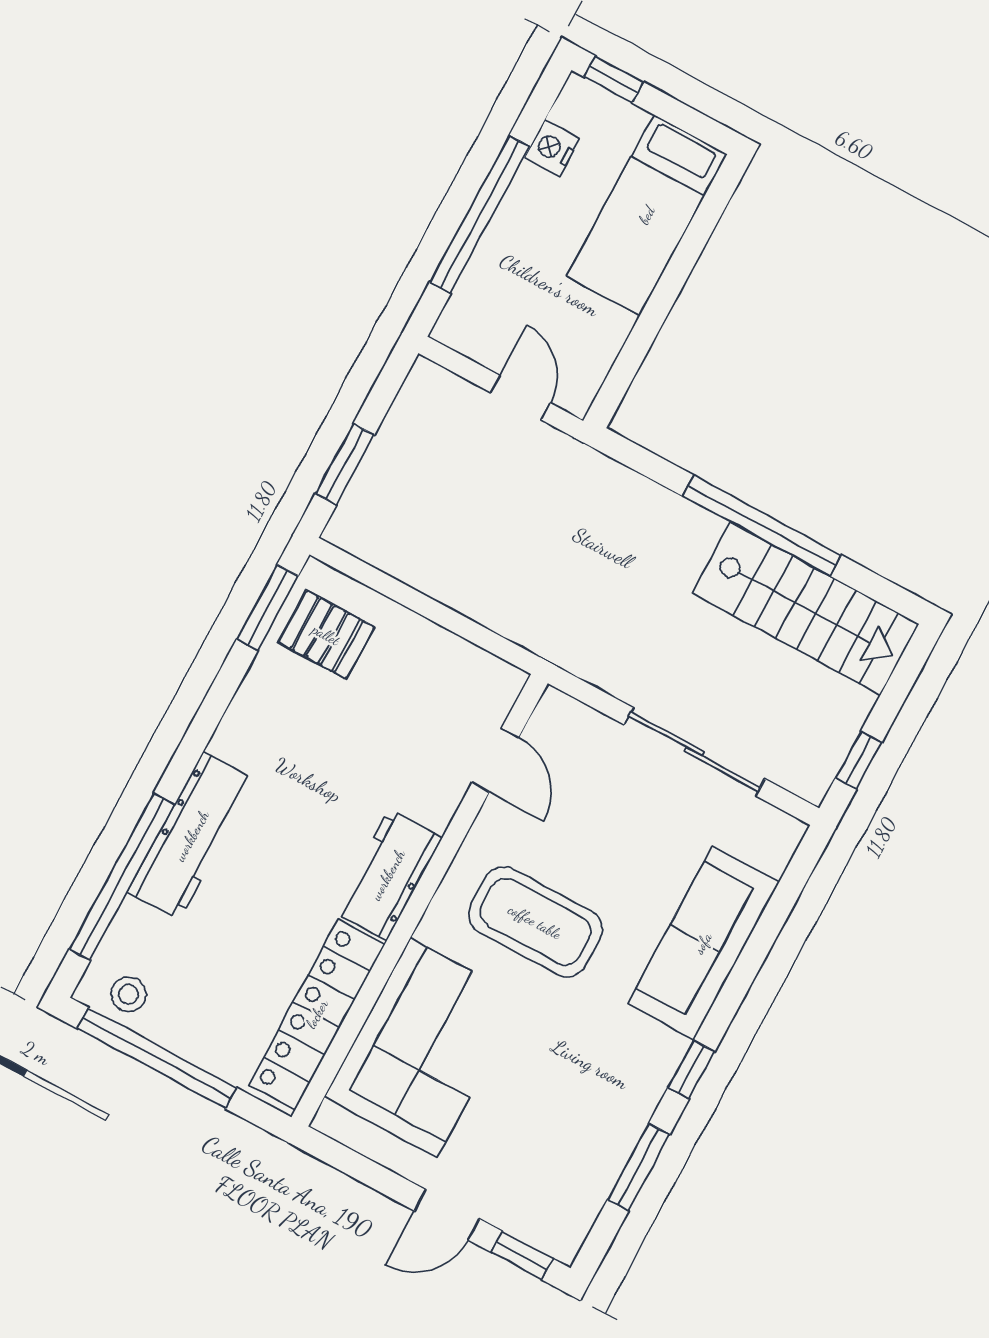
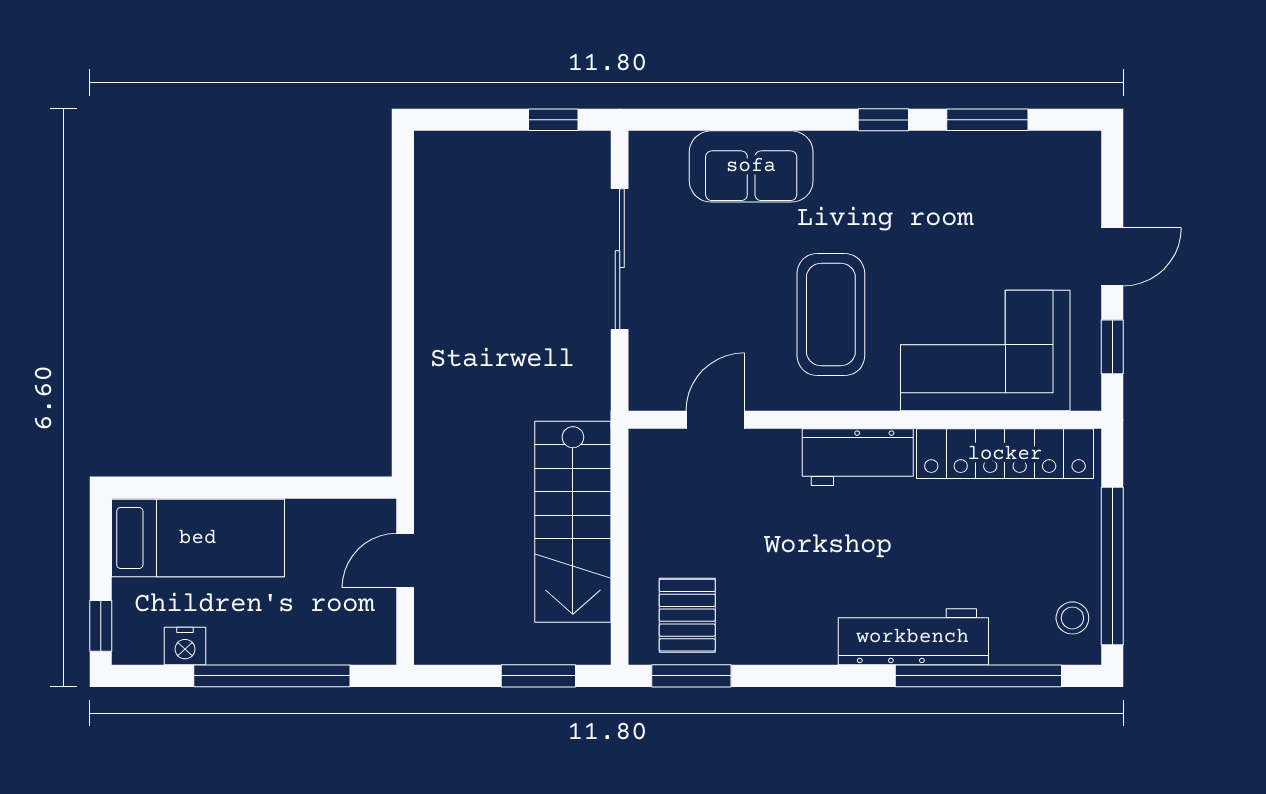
window: (762, 526) -> (403, 305), removed
stairs: (805, 608) -> (573, 522), moved, turned 180
sofa: (703, 943) -> (751, 166), width x0.73
door: (447, 1215) -> (1112, 257), hinge flipped
window: (522, 1255) -> (1112, 347), moved

